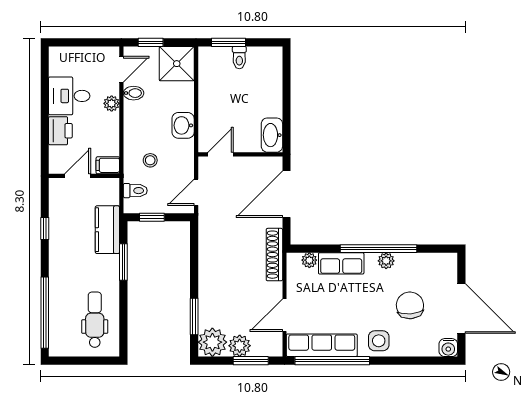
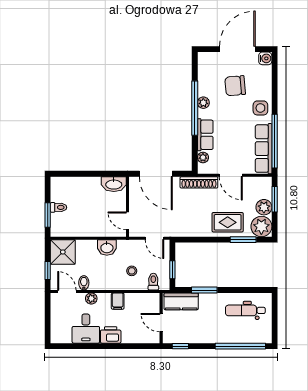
filing cabinet: (108, 165) -> (118, 301), moved
door: (78, 176) -> (161, 323), moved
wall: (84, 176) -> (161, 318), moved
rug: (218, 295) -> (228, 222), added
door: (284, 315) -> (231, 175), moved

